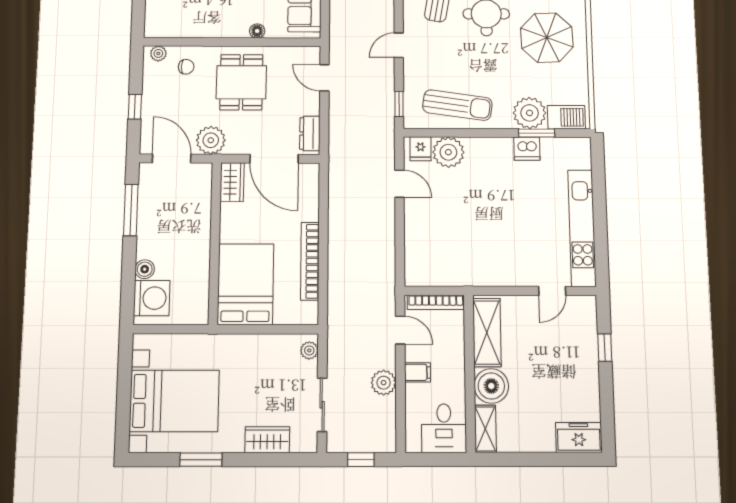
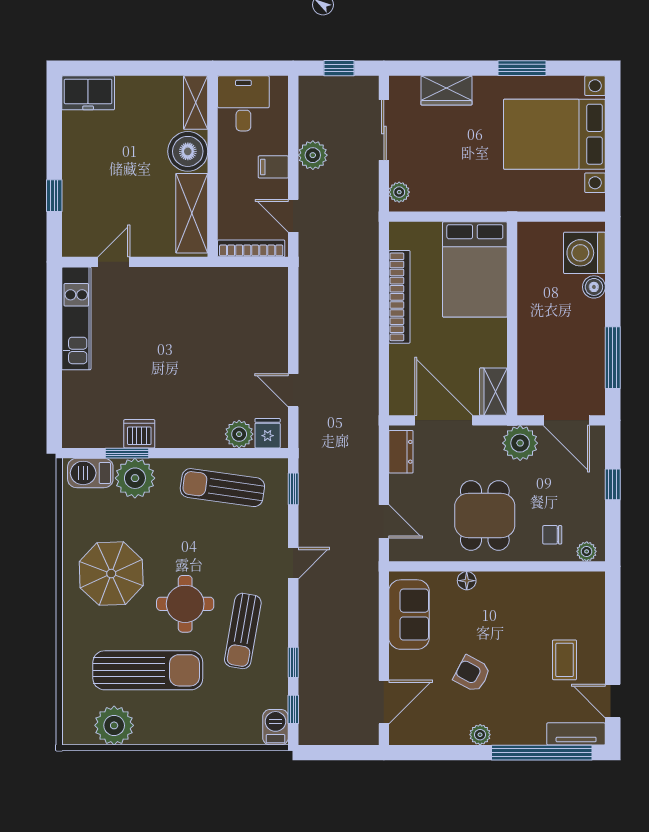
plant: (448, 152) -> (239, 434), width x0.73, depth x0.73
kitchen unit: (582, 228) -> (76, 318), width x0.73

